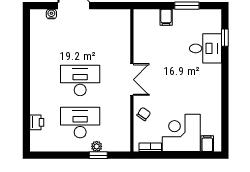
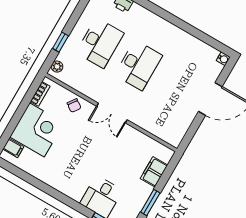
water cooler: (51, 14) -> (223, 59), moved
filing cabinet: (166, 17) -> (154, 172), width x2.00
plant: (97, 146) -> (57, 67), moved

